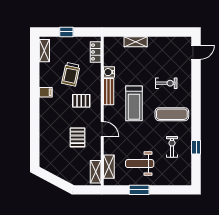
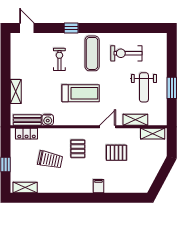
filing cabinet: (46, 92) -> (98, 186), moved
bench: (109, 92) -> (27, 120), moved
exercise bike: (172, 147) -> (126, 53), width x1.38, depth x1.39
window: (196, 147) -> (71, 28), moved
shelving: (109, 167) -> (135, 120), moved

